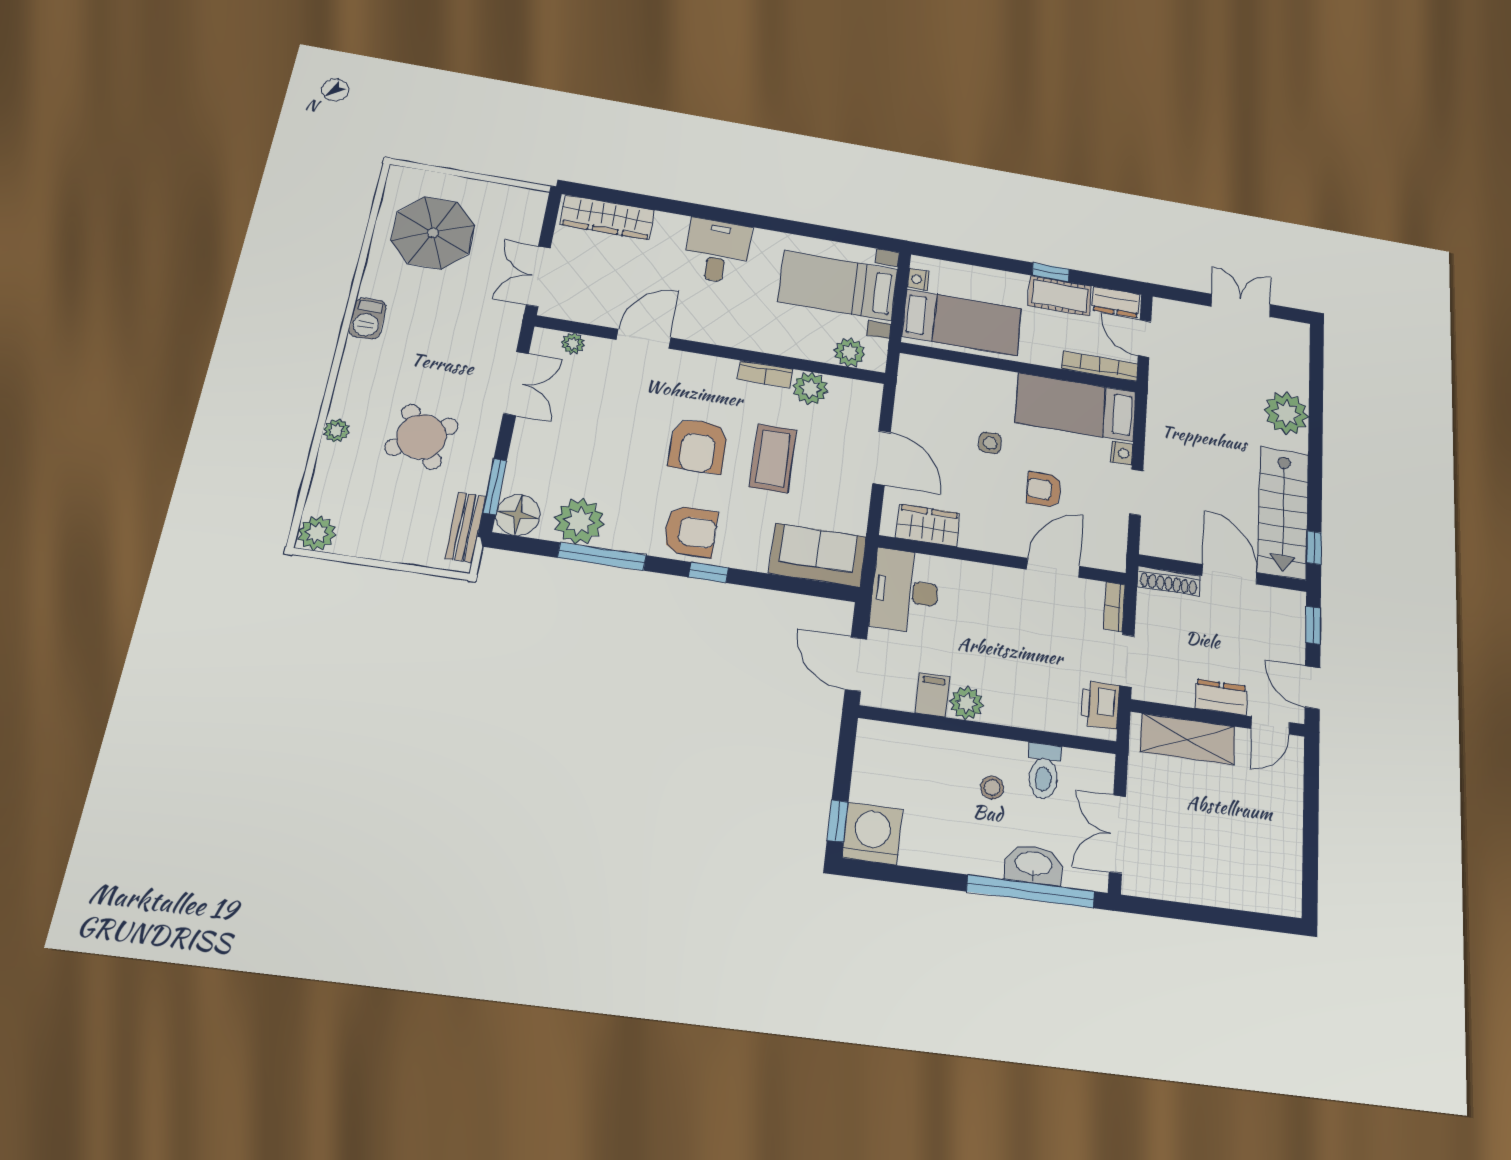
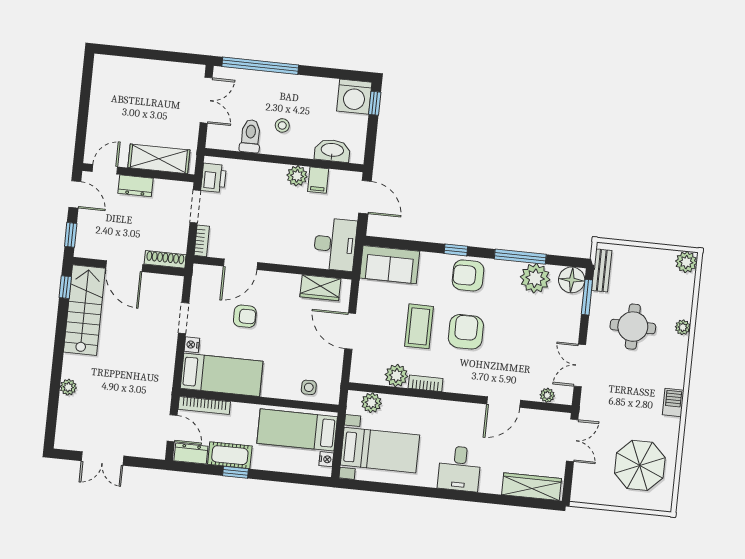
plant: (1286, 413) -> (68, 387), width x0.53, depth x0.53
round table: (422, 437) -> (633, 327), turned 33
side table: (990, 443) -> (309, 387), moved
washbasin: (1034, 865) -> (332, 150), moved, turned 180

